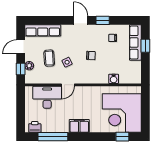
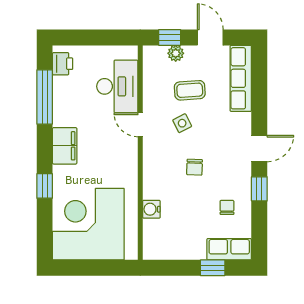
row of seats: (135, 42) -> (229, 249), width x0.68
window: (122, 137) -> (45, 186), moved

